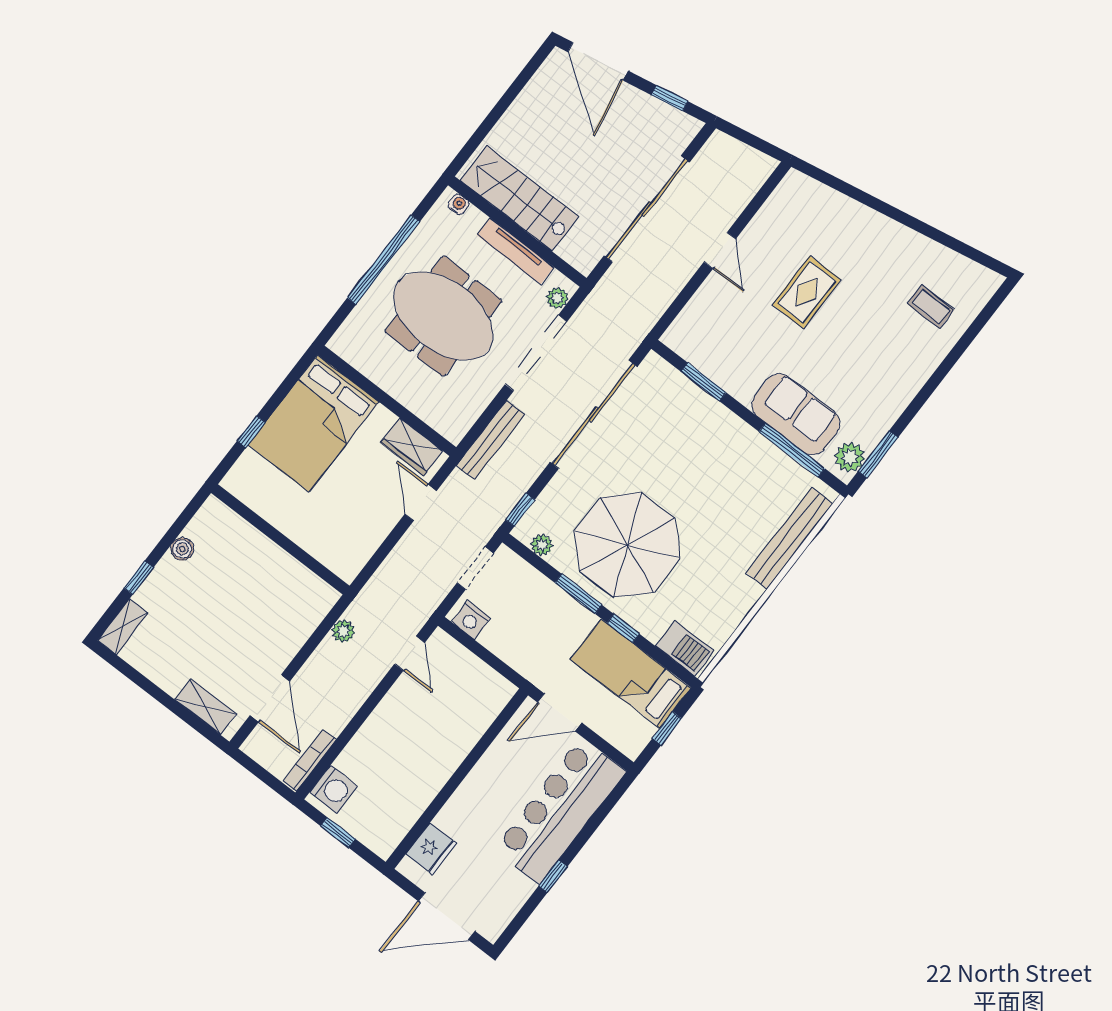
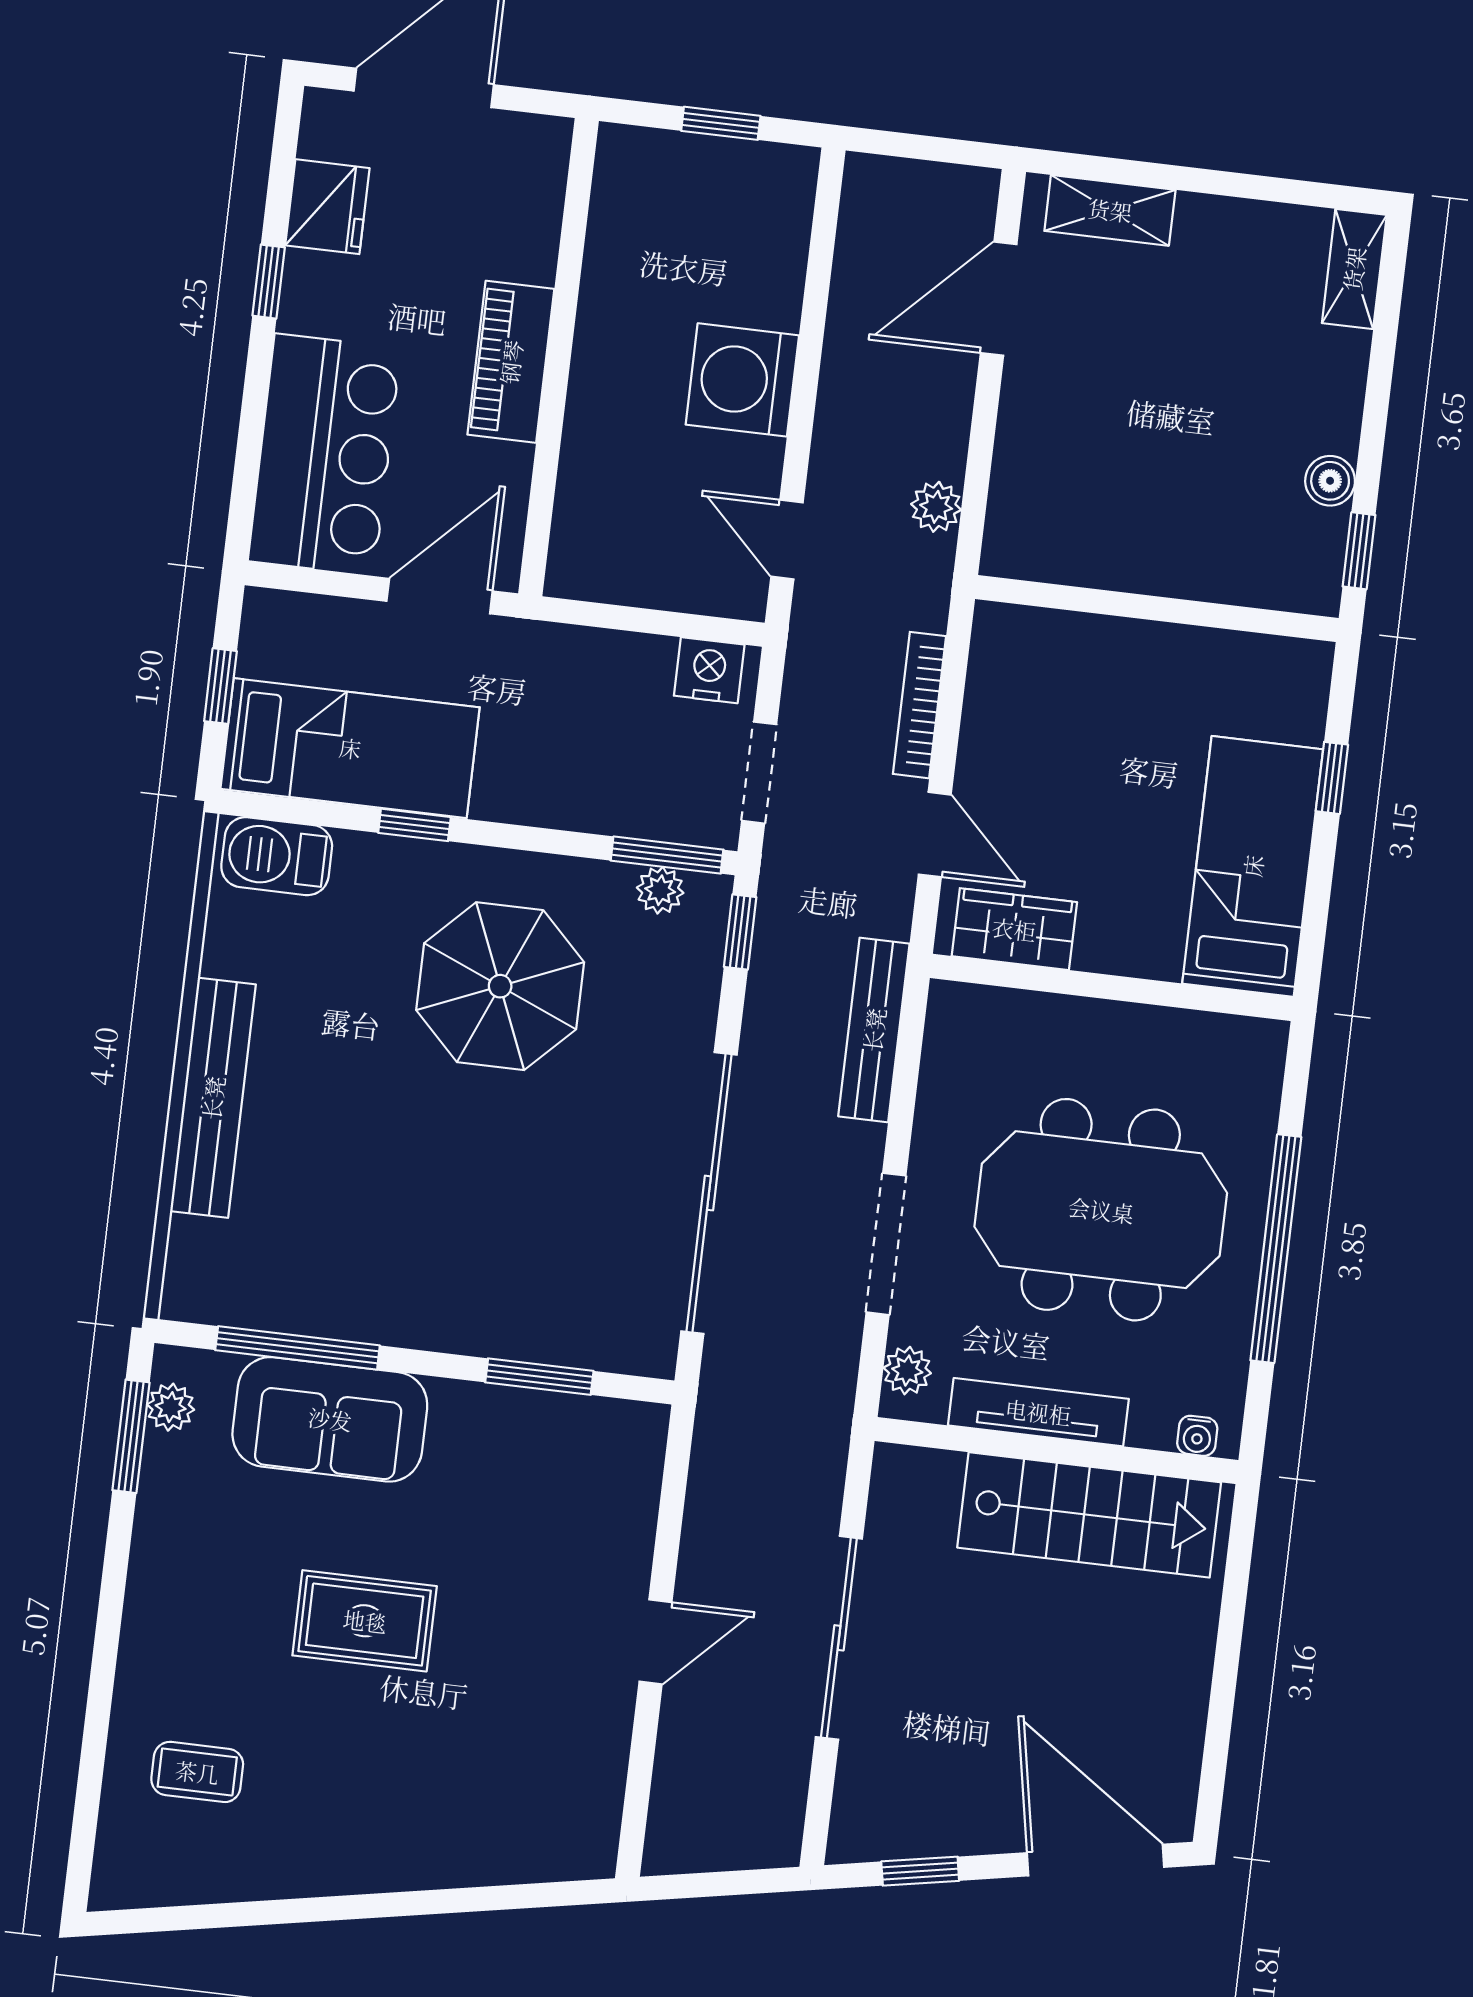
sliding door: (647, 209) -> (839, 1638), width x0.73
door: (720, 250) -> (655, 1642), swing flipped
rug: (807, 292) -> (365, 1621), moved, turned 90
doorway: (536, 353) -> (886, 1244), width x0.73
bed: (313, 423) -> (1253, 866), width x0.67
plant: (850, 457) -> (171, 1407), width x0.73, depth x0.73
bench: (790, 538) -> (213, 1098), moved
parasol: (627, 545) -> (500, 986), width x0.73, depth x0.73
window: (139, 578) -> (1359, 551), moved
window: (578, 594) -> (667, 855), moved
door: (270, 698) -> (999, 299), hinge flipped
bookcase: (310, 760) -> (920, 705), moved, turned 180
piano: (477, 788) -> (511, 362), added
washing machine: (334, 789) -> (742, 380), moved, width x1.37, depth x1.37
bar counter: (560, 810) -> (324, 455), width x0.73
fridge: (431, 849) -> (327, 207), moved, turned 180

